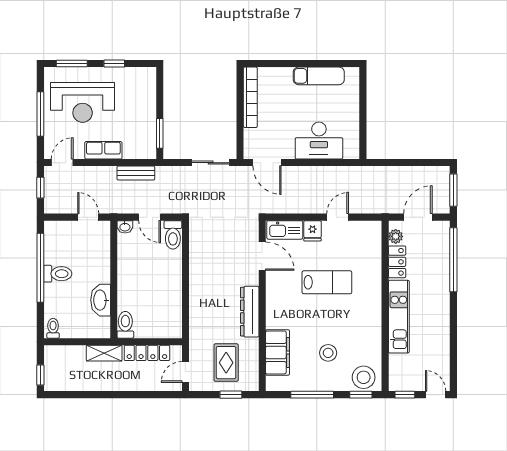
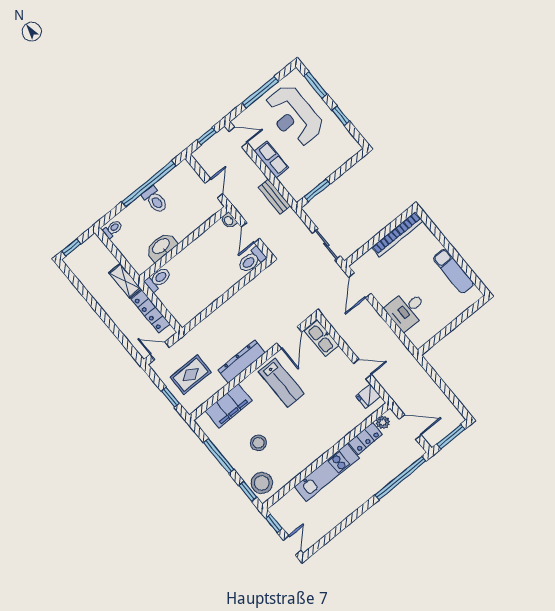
desk: (319, 141) -> (407, 310), width x0.73
fridge: (313, 231) -> (368, 396), moved
lab bench: (327, 282) -> (281, 383), moved

